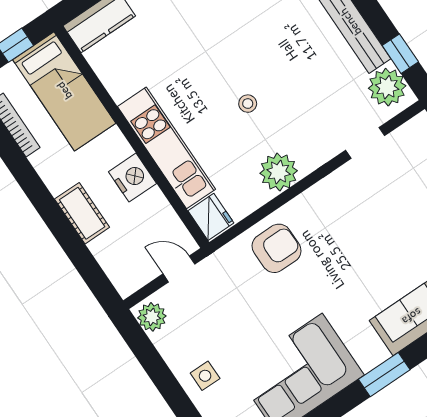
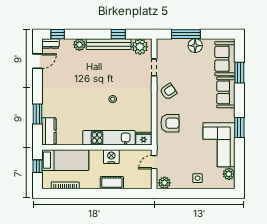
window: (400, 54) -> (118, 34), moved
plant: (279, 172) -> (144, 104), removed
armchair: (337, 203) -> (168, 92), added
armchair: (277, 248) -> (170, 123), turned 90
window: (384, 375) -> (239, 127), moved

